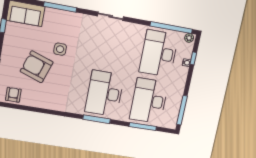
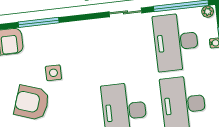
sliding door: (111, 16) -> (126, 12), moved

